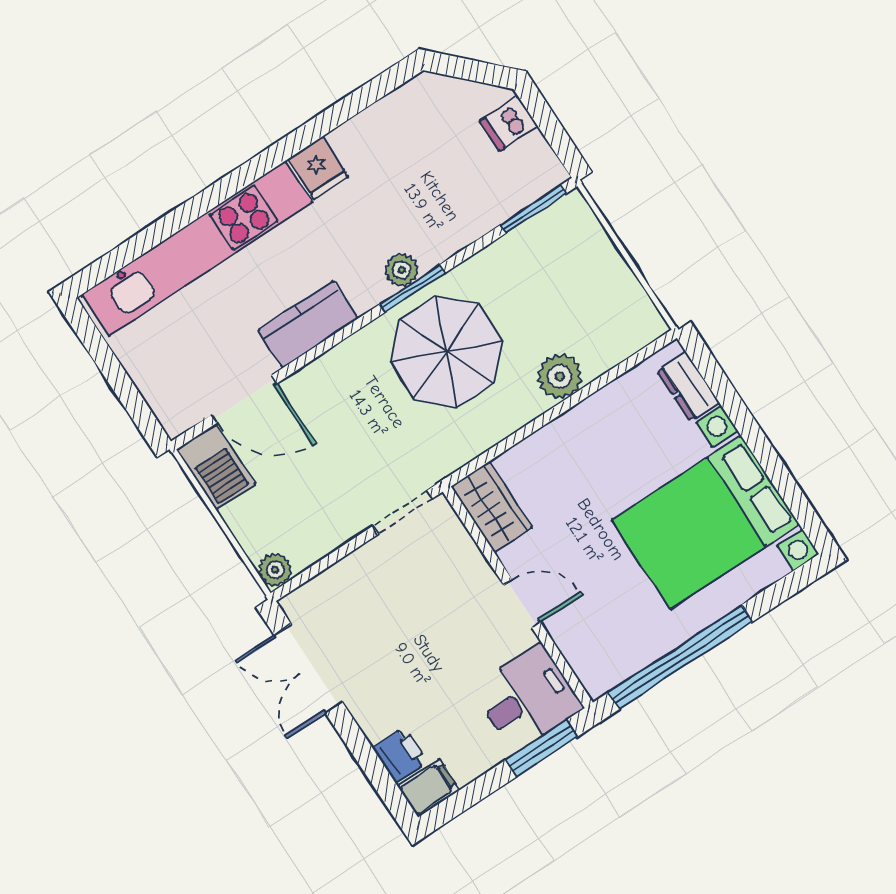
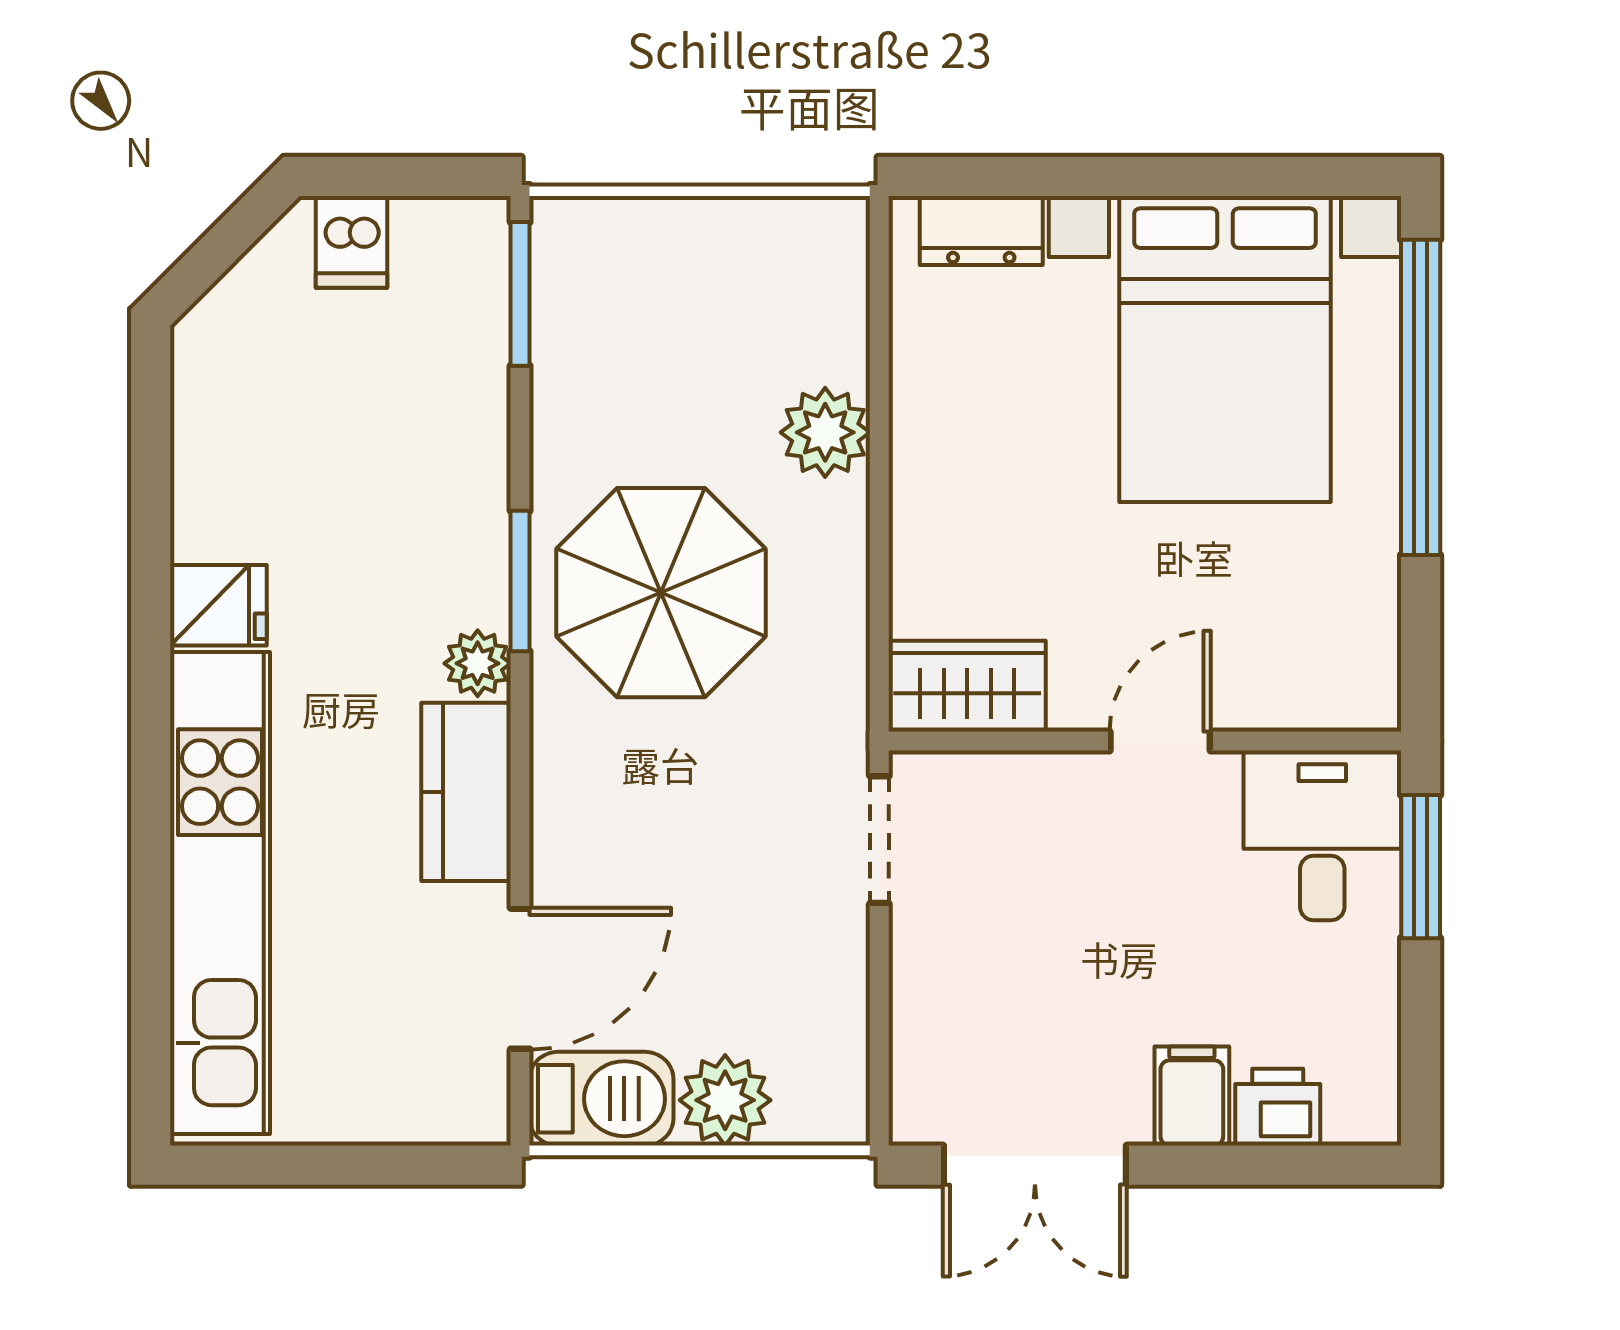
plant: (402, 270) -> (478, 663), moved
plant: (275, 570) -> (725, 1100), moved, width x1.38, depth x1.38
window: (680, 657) -> (1421, 397), moved
filing cabinet: (429, 788) -> (1192, 1096), moved

